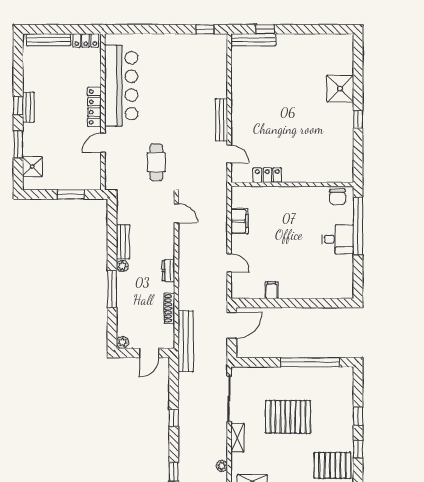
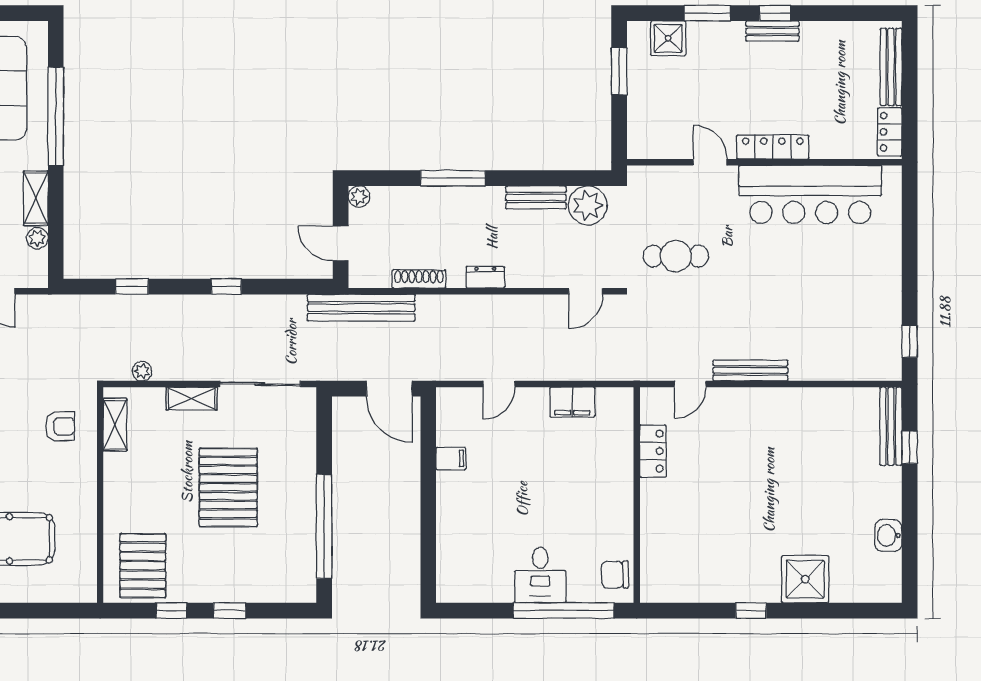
washbasin: (315, 41) -> (888, 536), added
window: (71, 194) -> (619, 71), moved
plant: (122, 266) -> (588, 205), moved, width x1.88, depth x1.88

